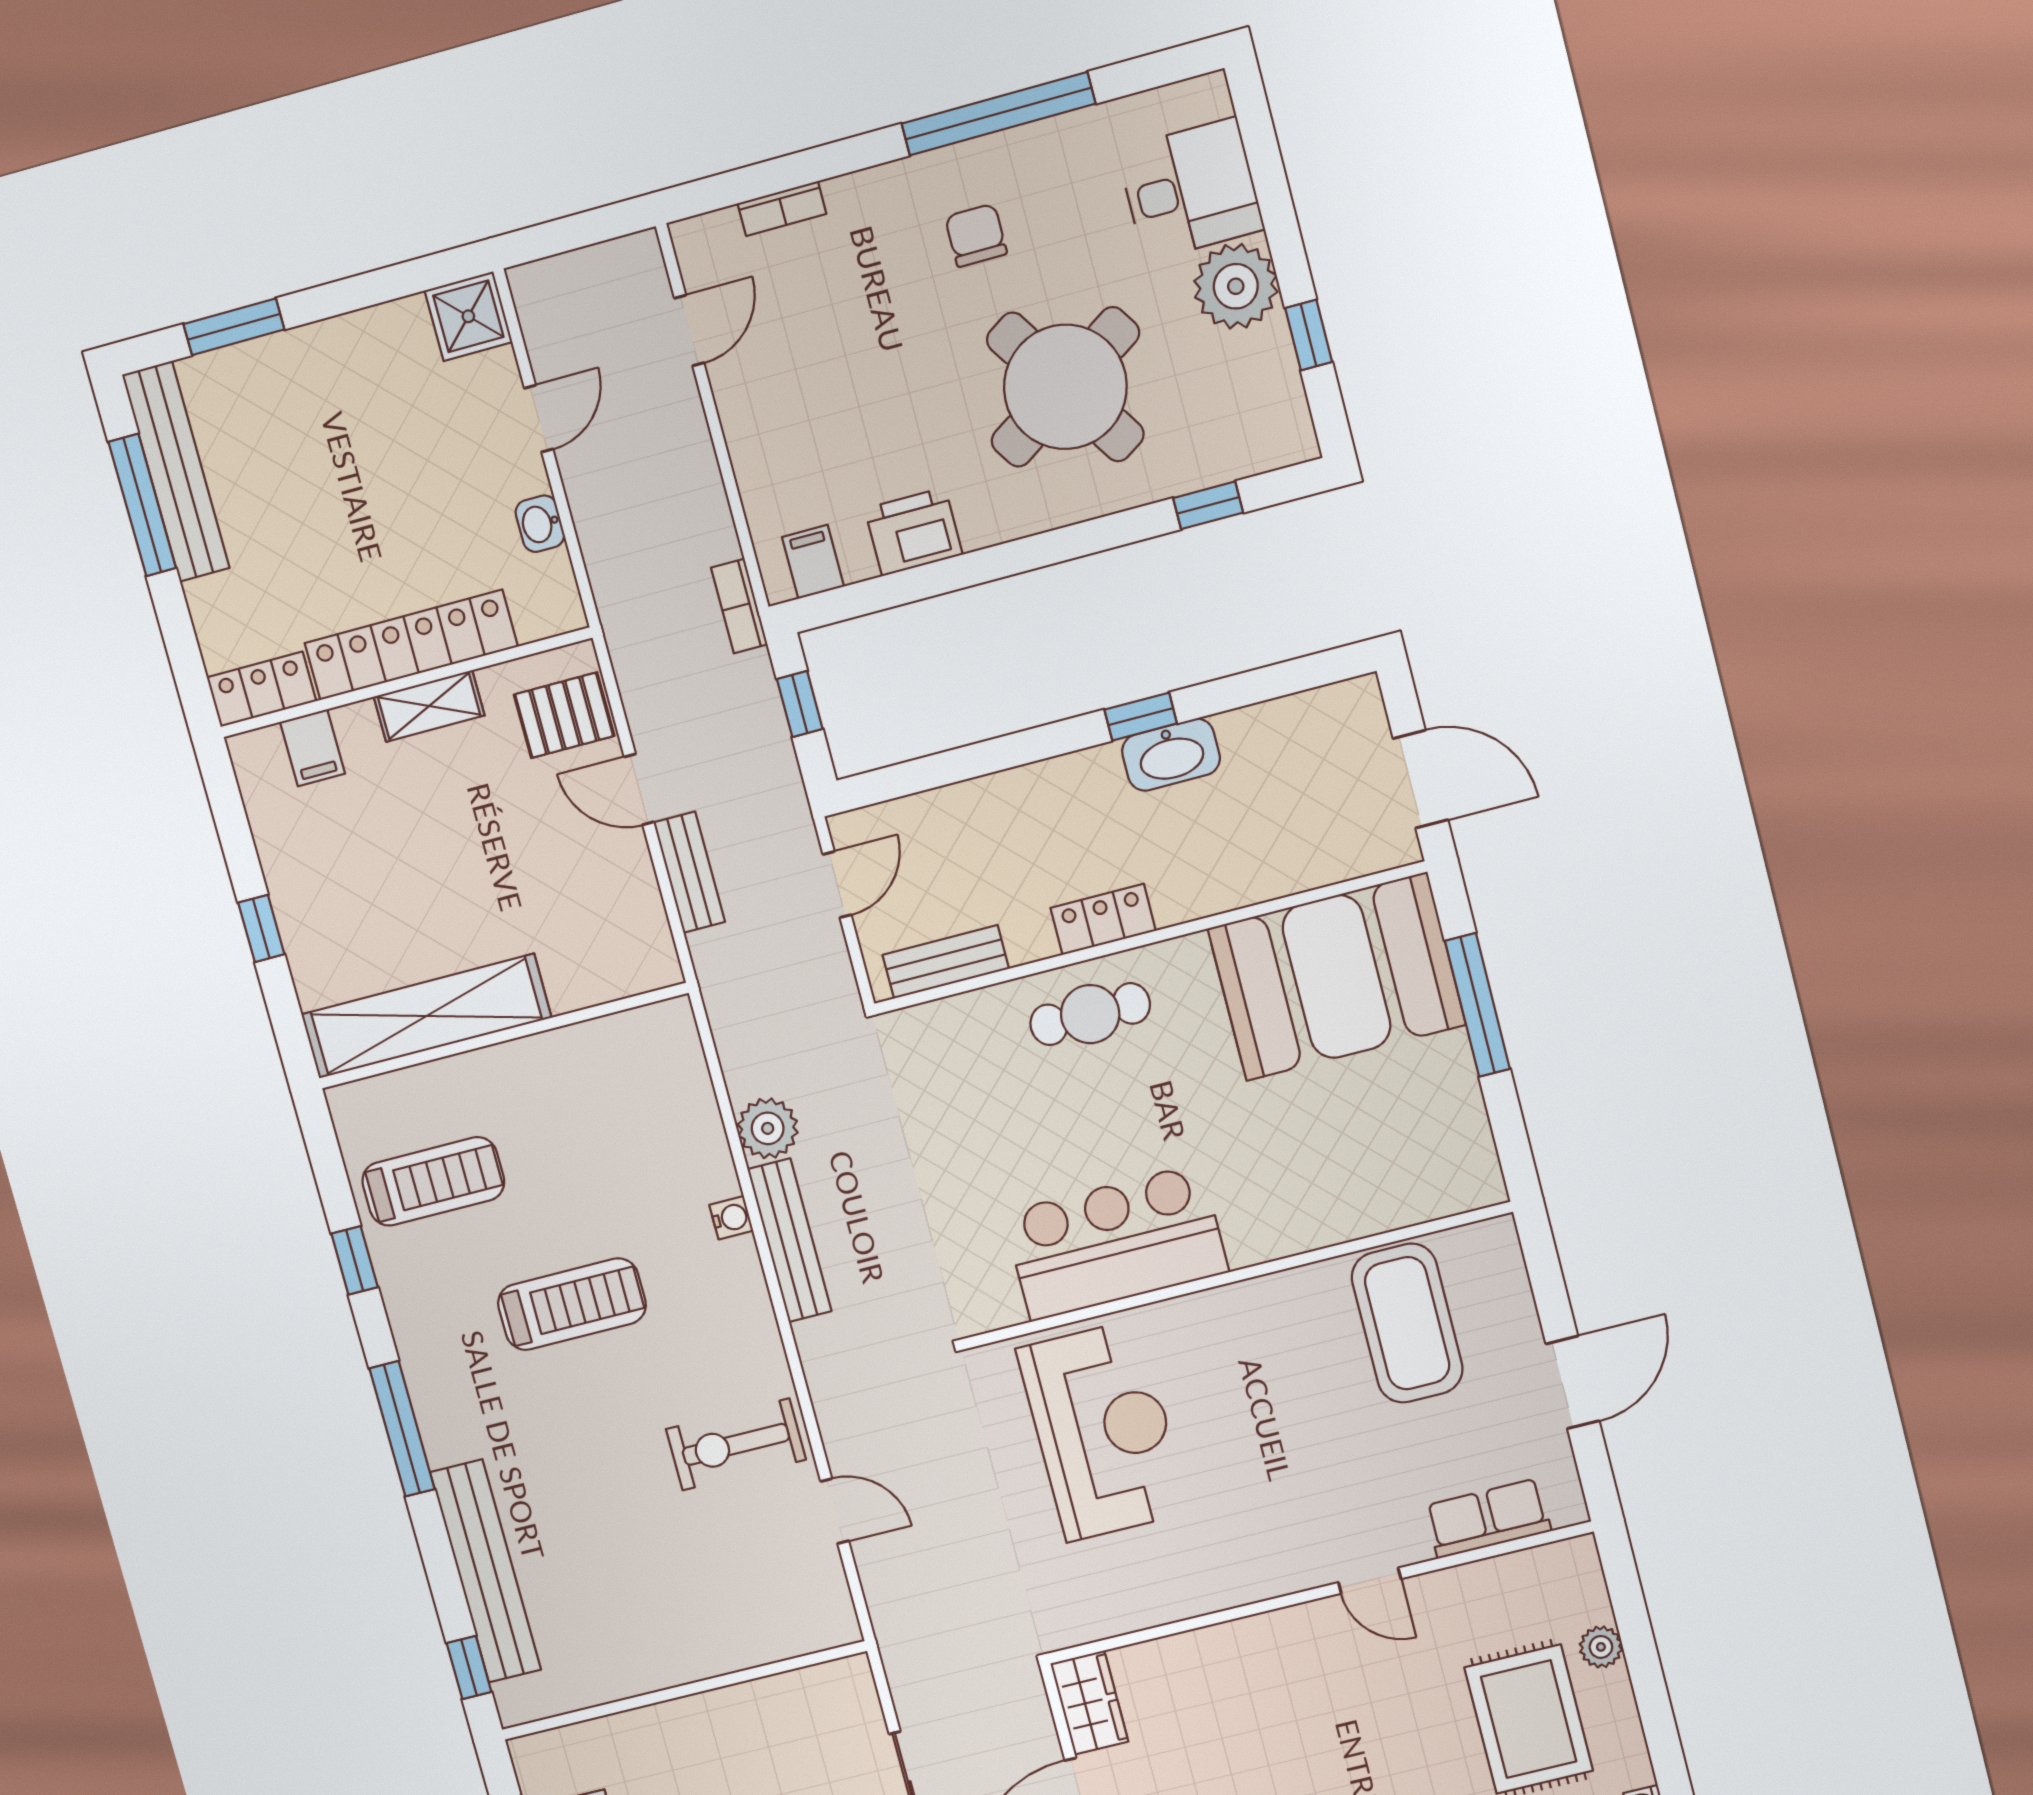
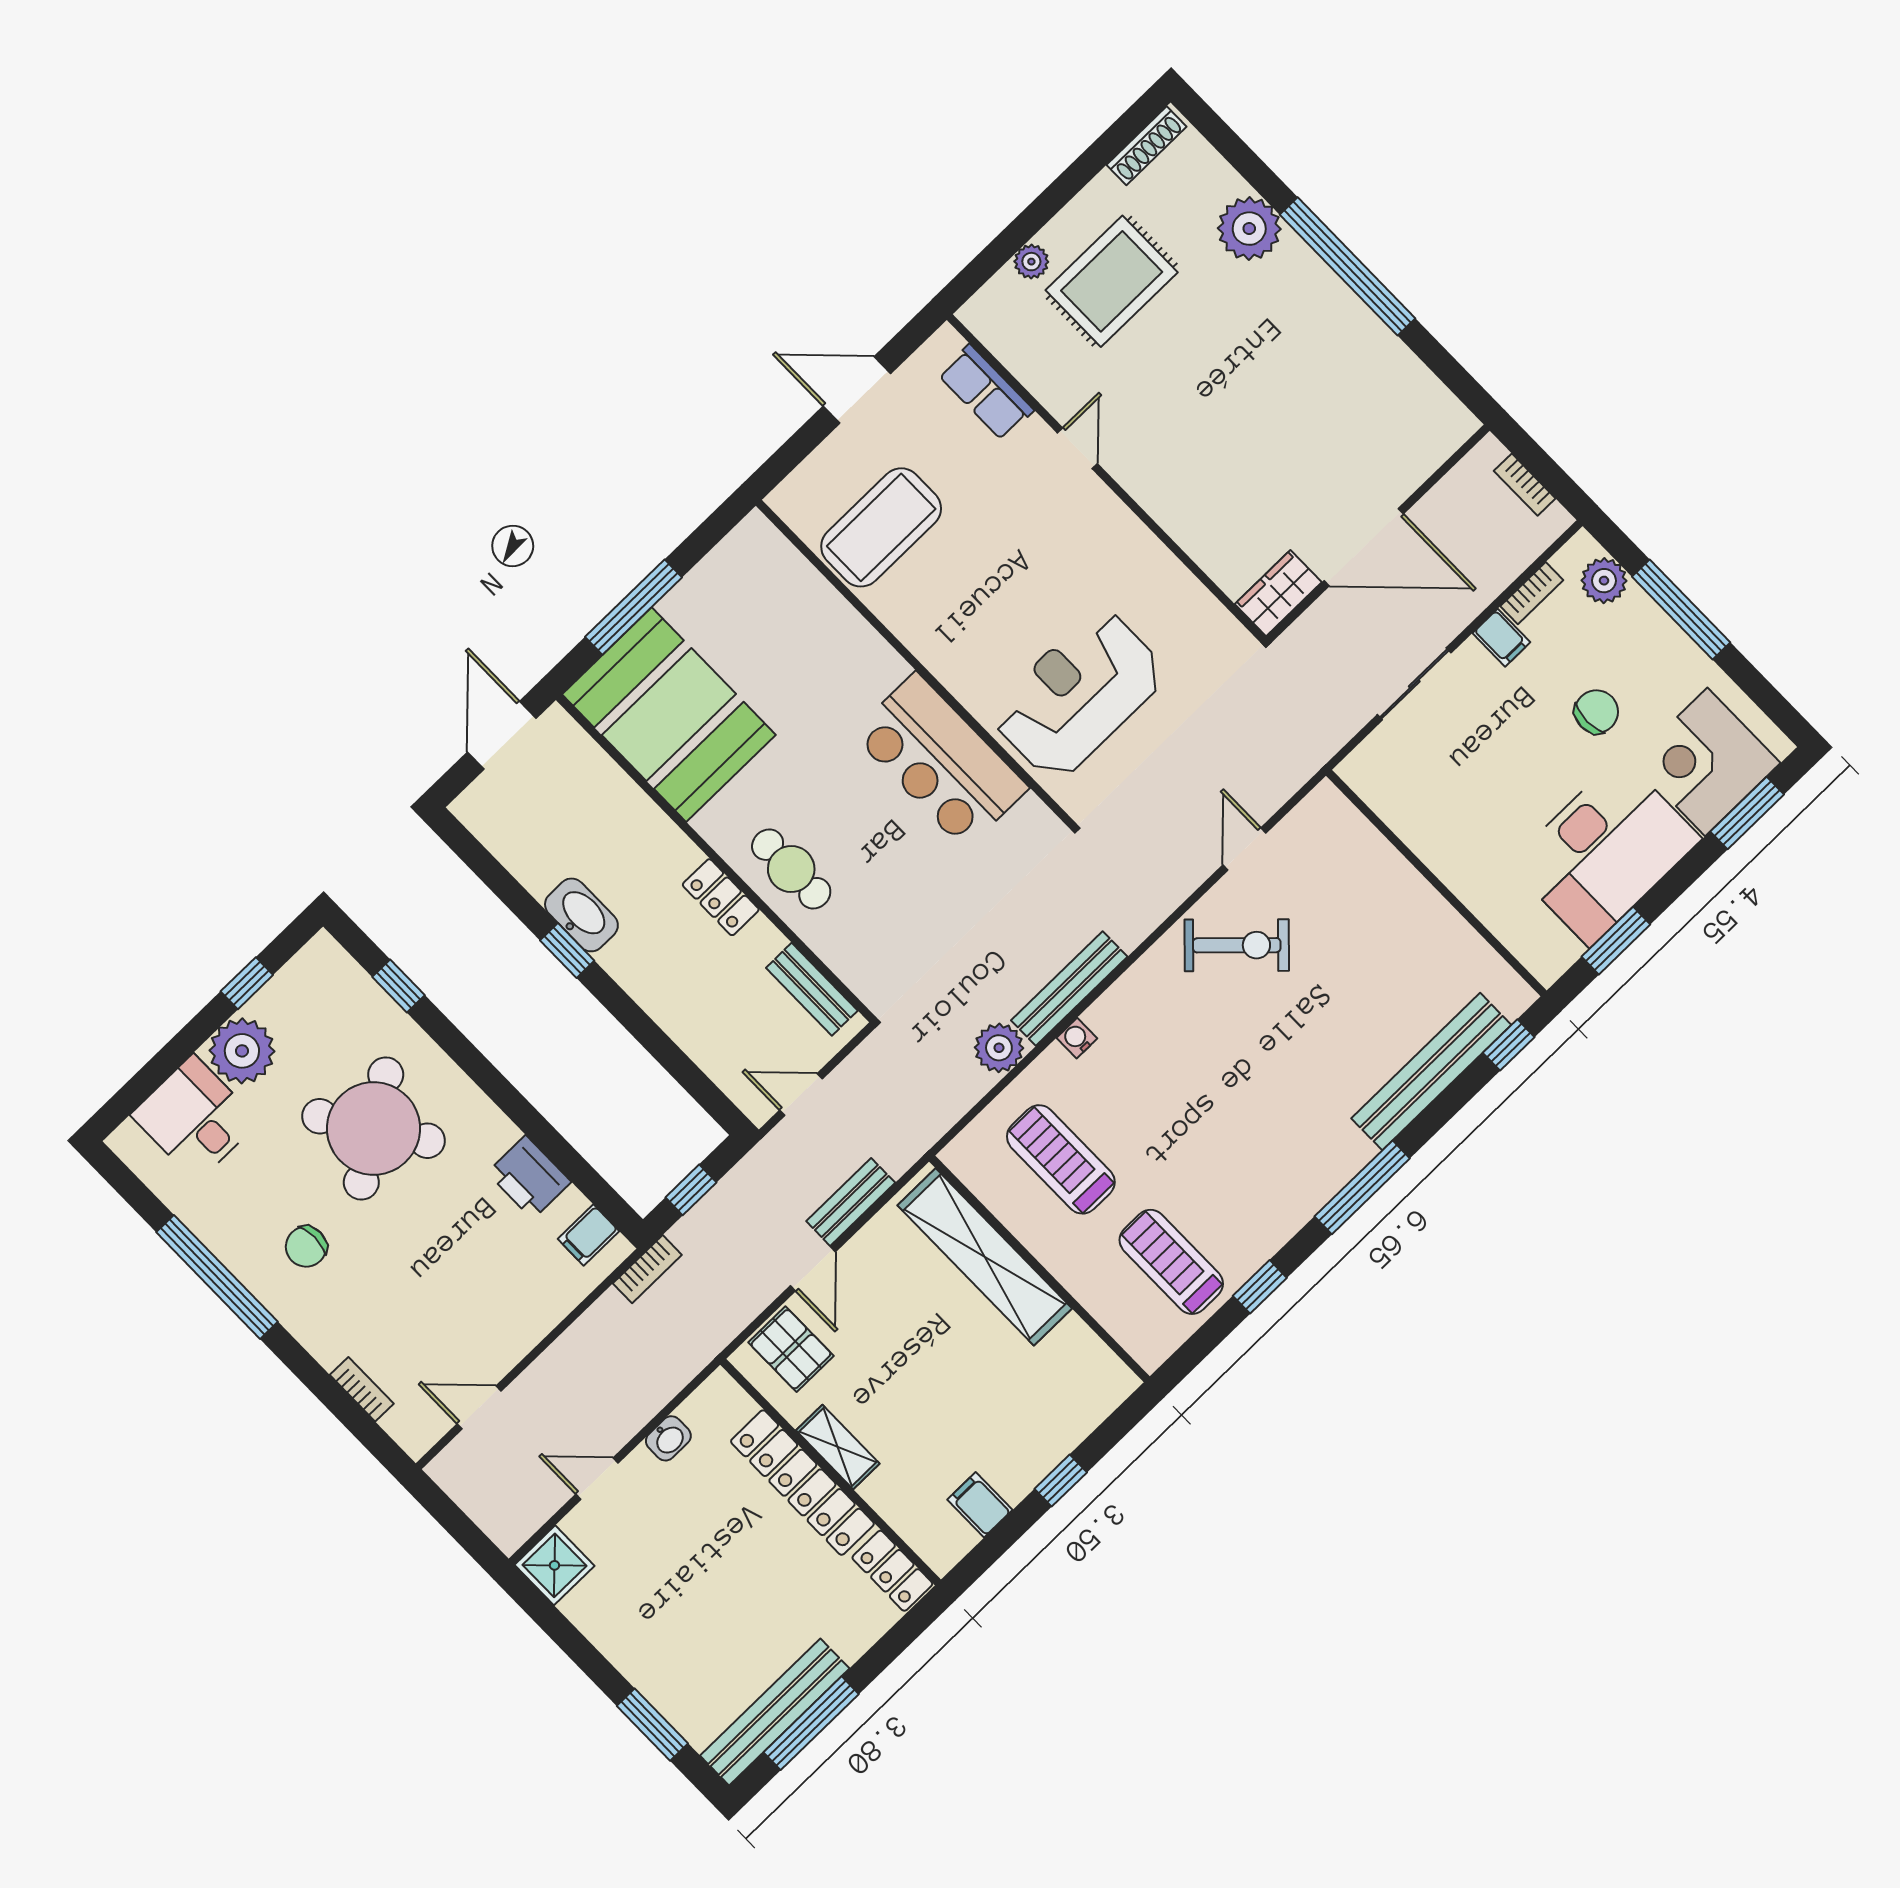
filing cabinet: (312, 748) -> (980, 1505), moved, turned -90
shelving: (426, 1016) -> (985, 1257), moved
treadmill: (572, 1304) -> (1061, 1159), moved
exercise bike: (736, 1444) -> (1237, 945), turned -46

